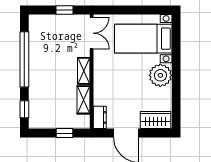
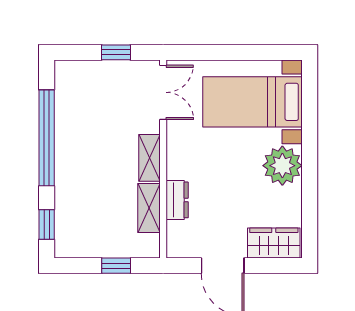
dresser: (100, 117) -> (177, 200), moved

